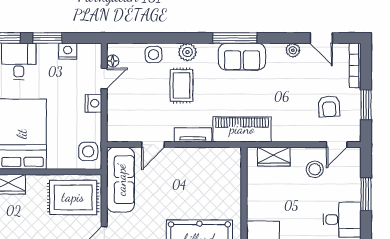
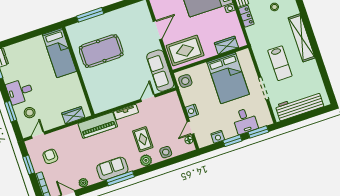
stool: (315, 169) -> (30, 113), moved

